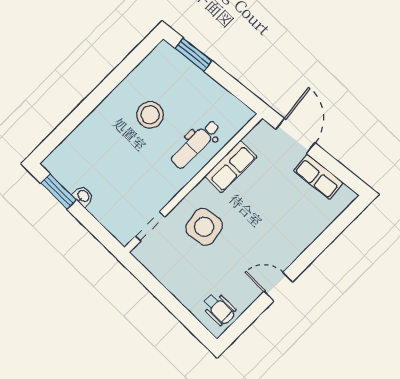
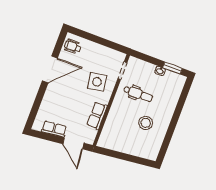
window: (193, 54) -> (138, 160), removed
dental chair: (196, 144) -> (138, 94), moved, turned 90
door: (278, 287) -> (50, 69), width x1.88

